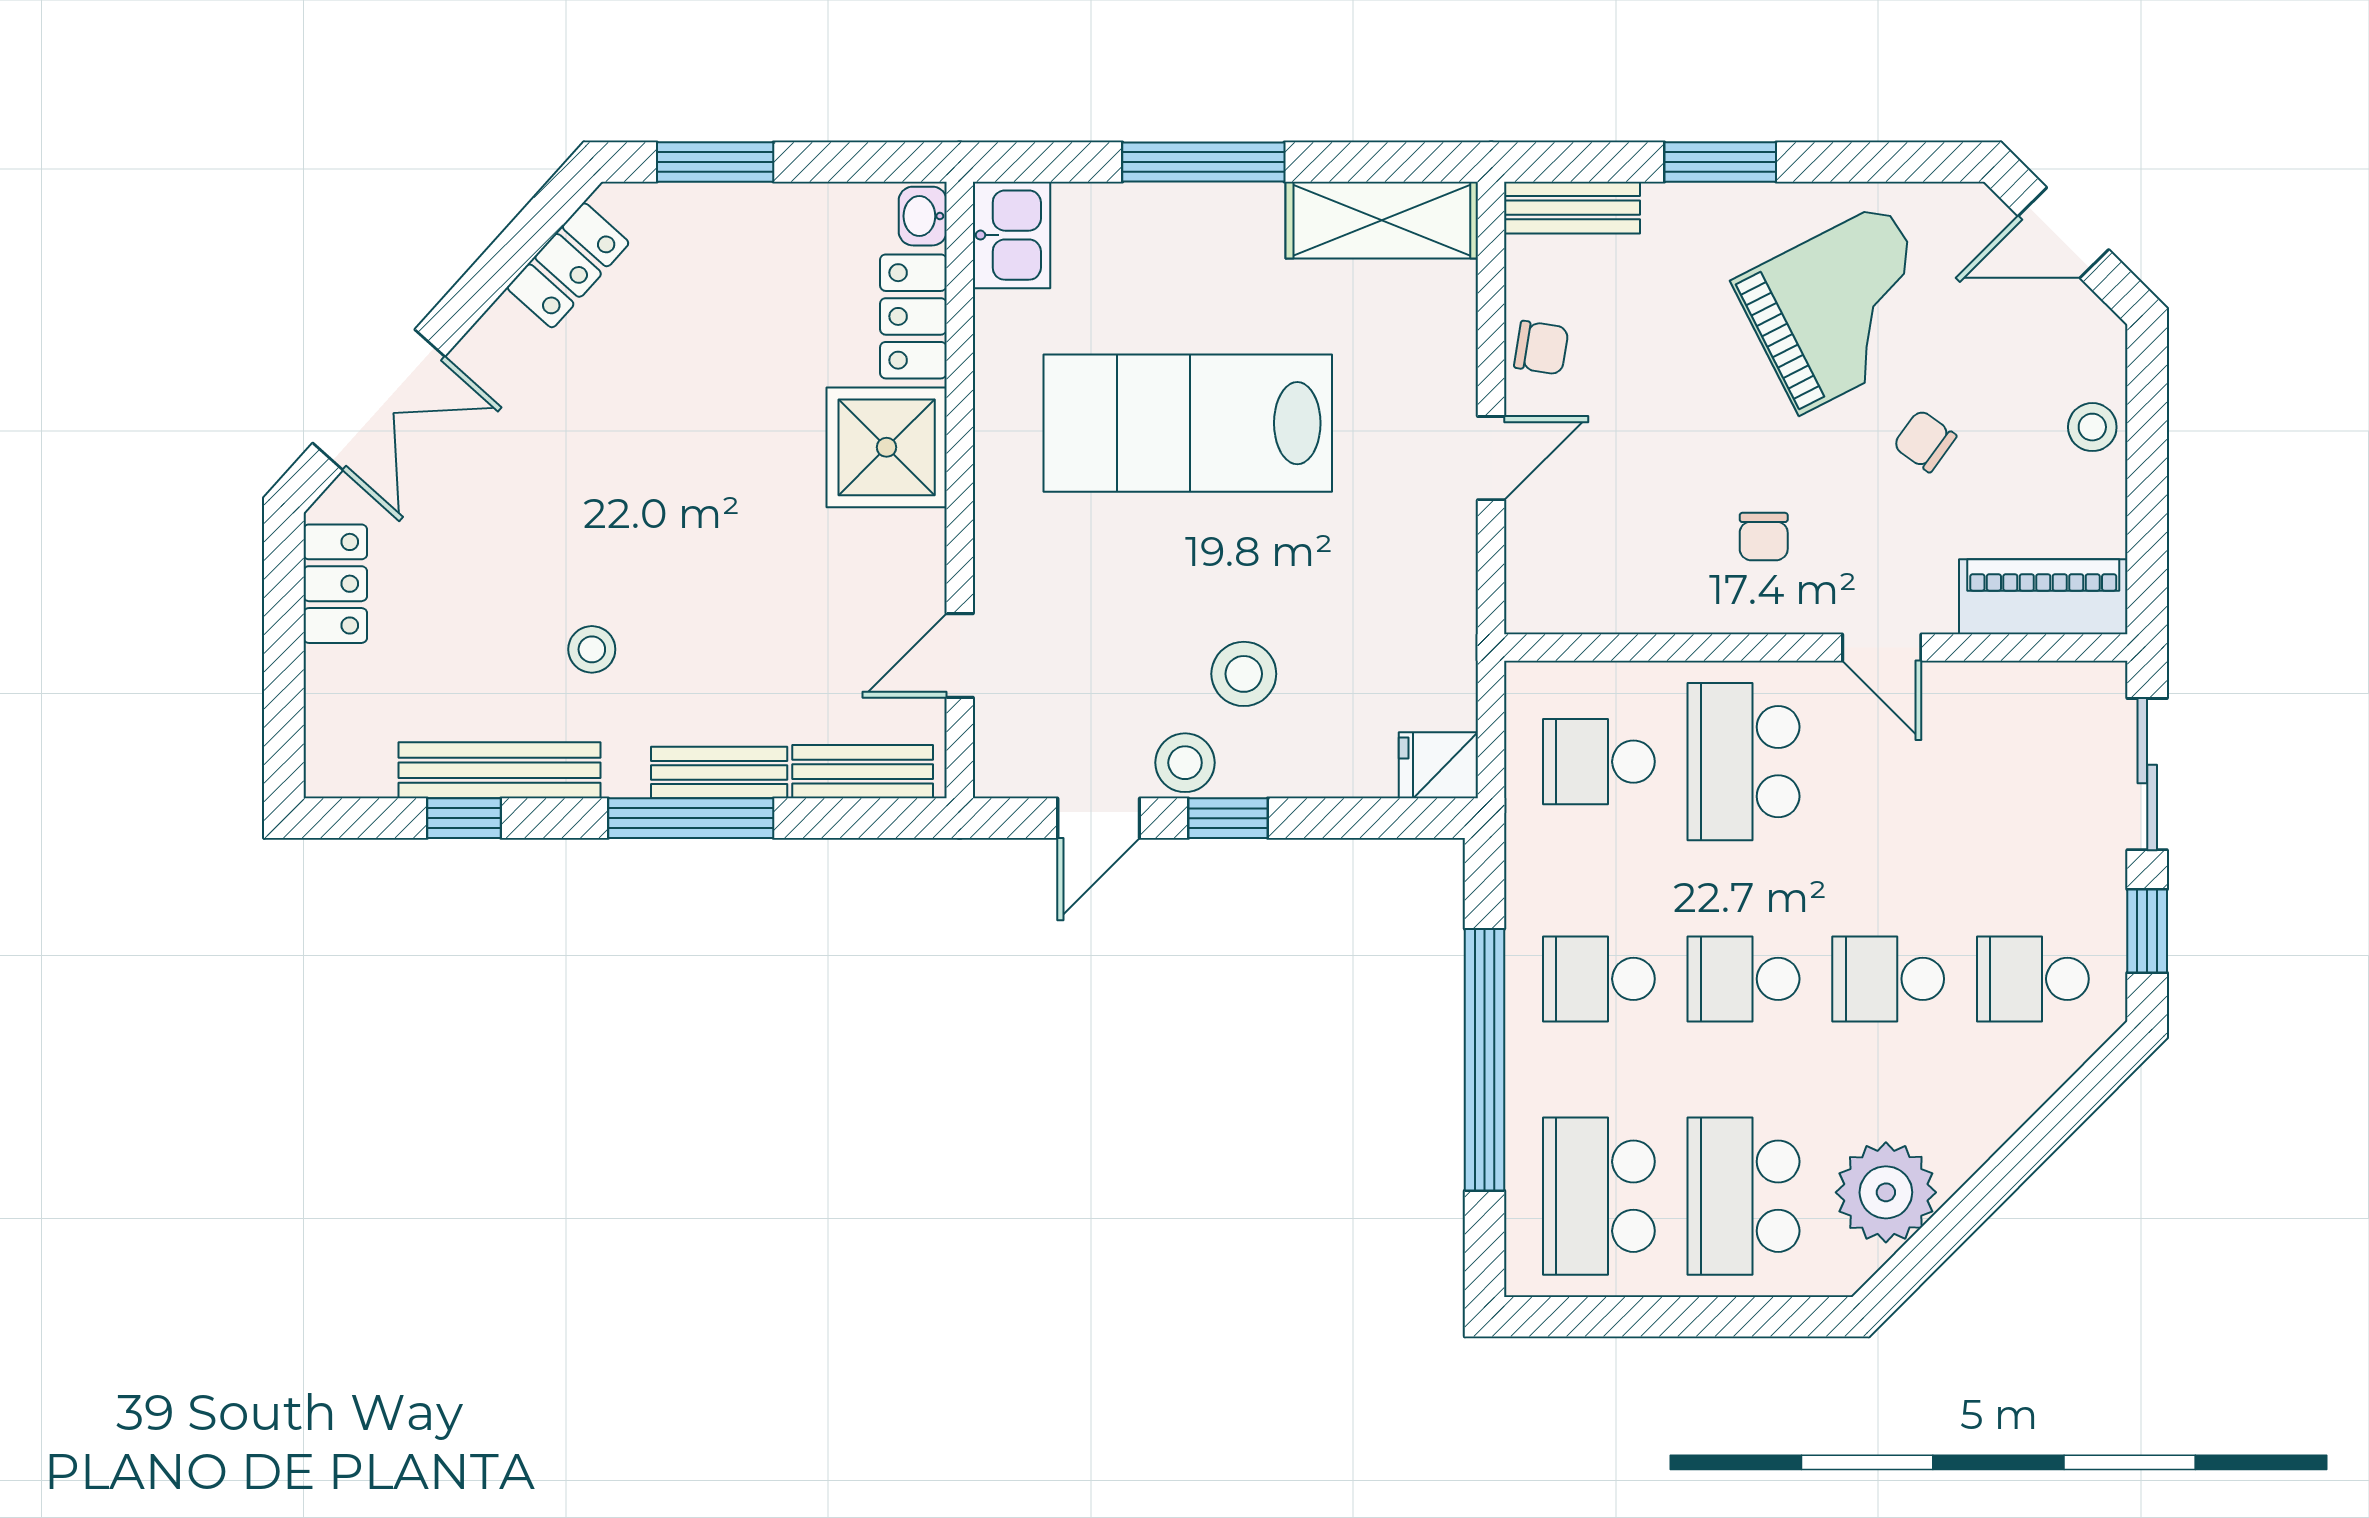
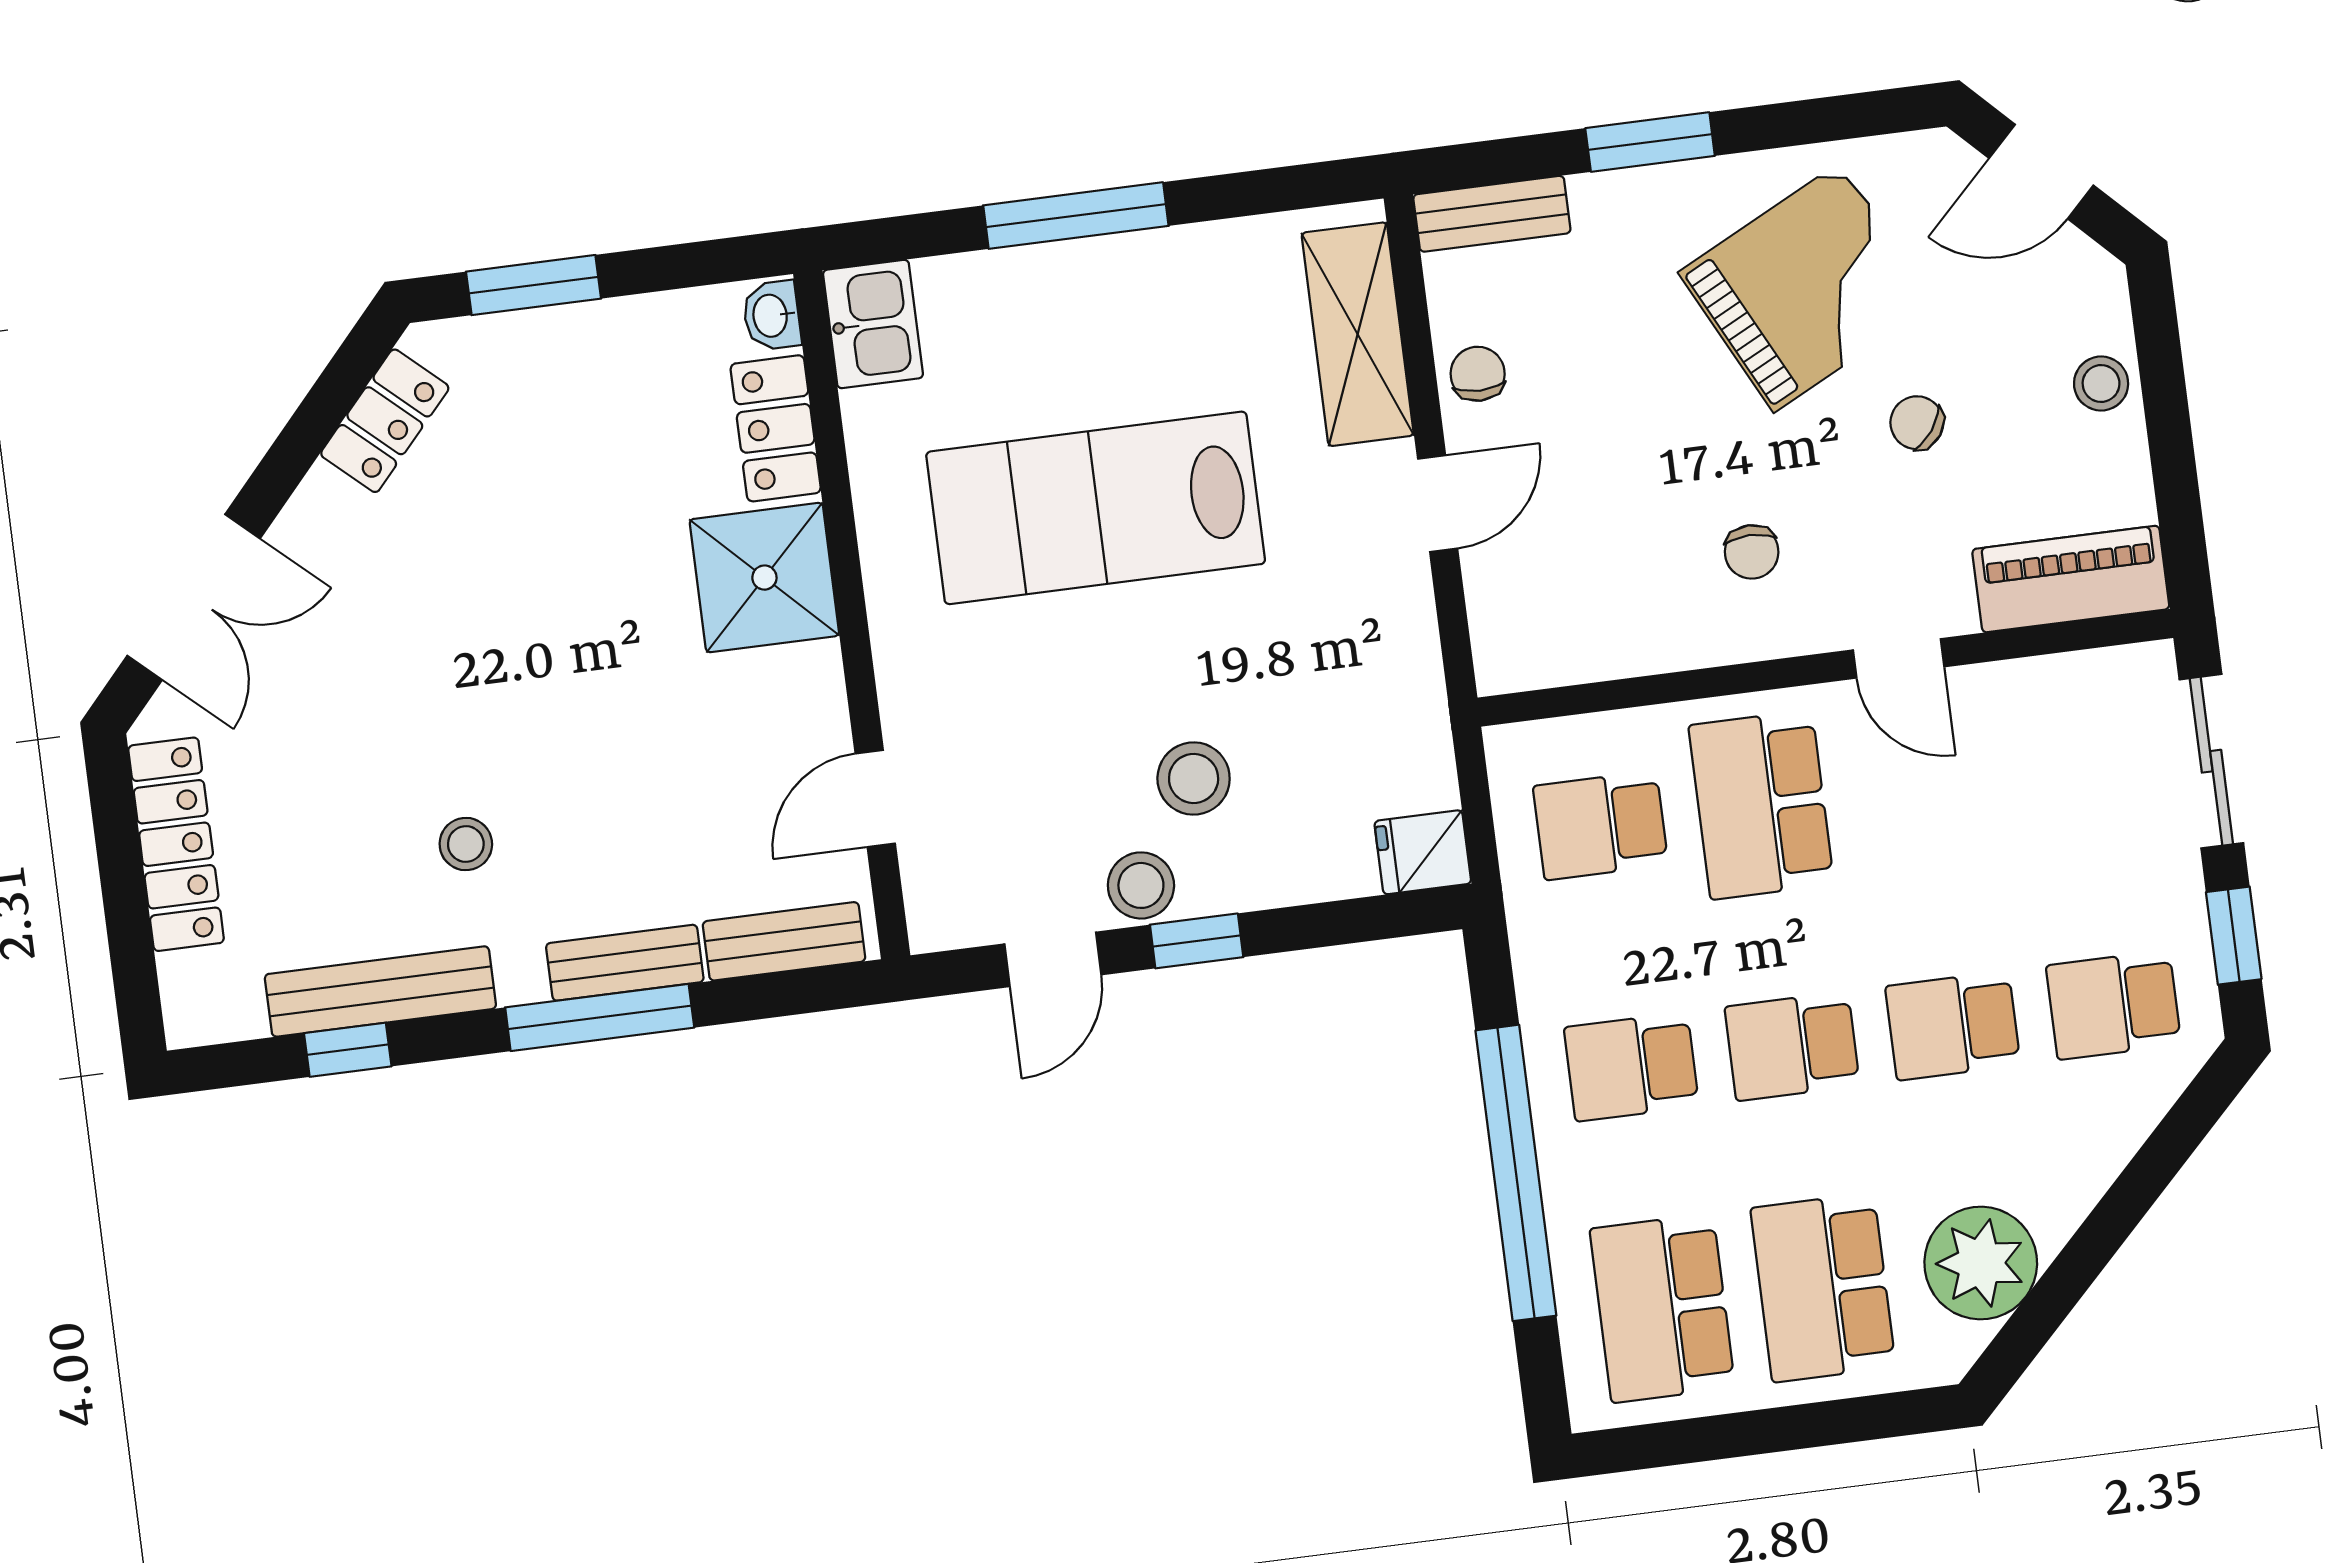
shelving: (1382, 220) -> (1358, 334), moved, turned 90
chair: (1541, 348) -> (1478, 374), turned -99
locker: (335, 584) -> (176, 844), width x1.53

